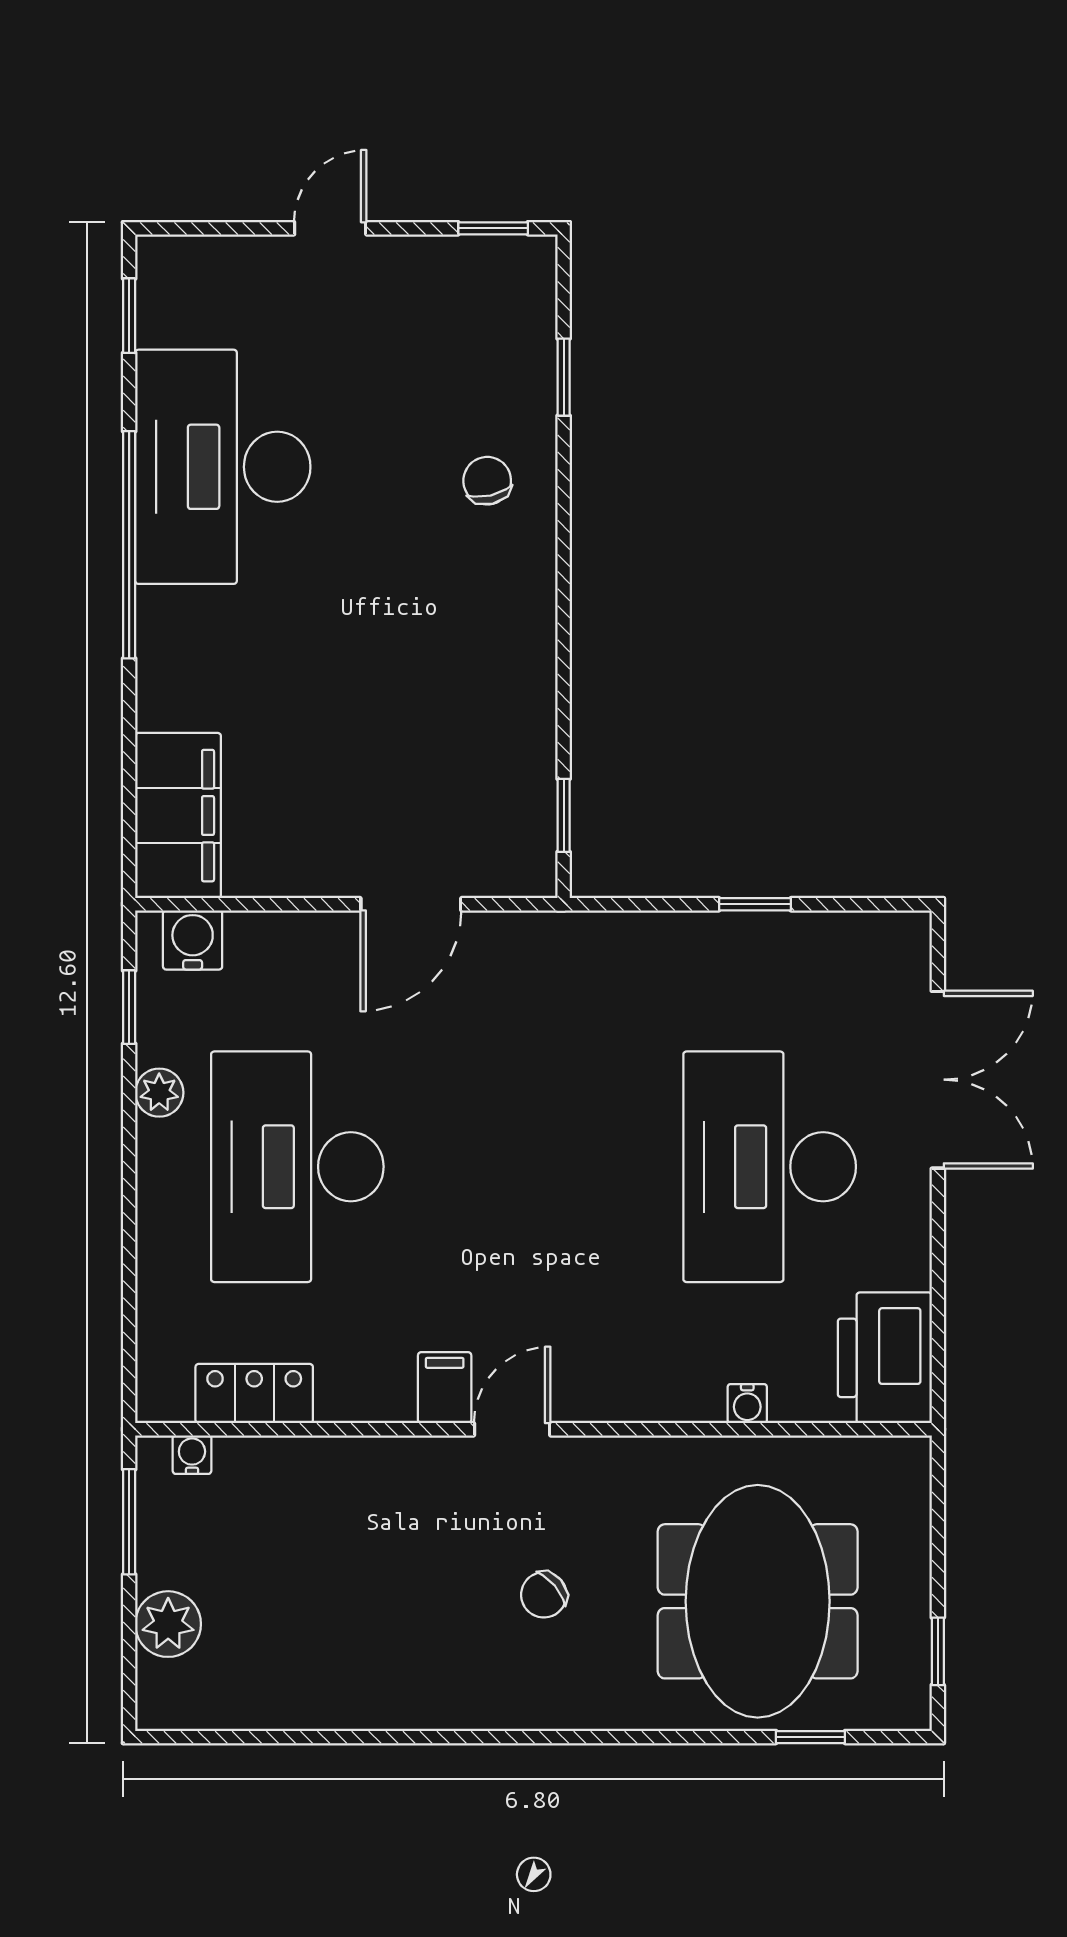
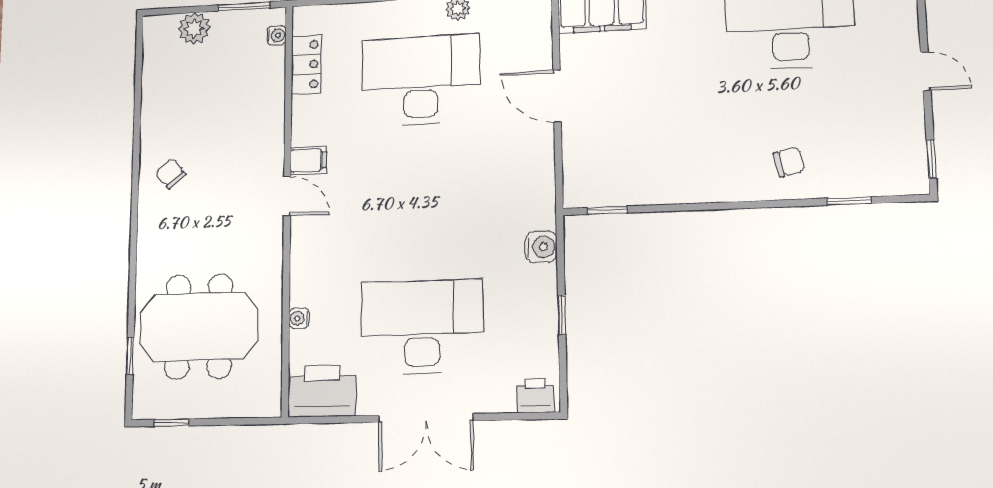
door: (411, 904) -> (557, 96), moved
water cooler: (193, 940) -> (541, 247), moved
printer: (901, 956) -> (535, 395), added
double door: (938, 1080) -> (426, 418), moved
chair: (544, 1595) -> (171, 173), moved

